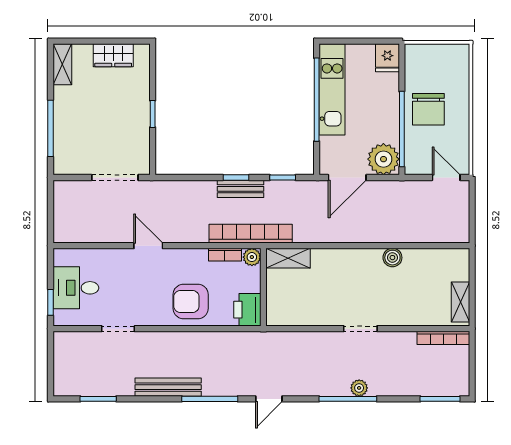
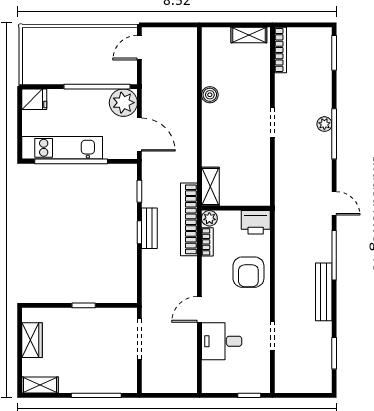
chair: (428, 109) -> (80, 63), removed
desk: (76, 288) -> (222, 341), moved, turned 90

